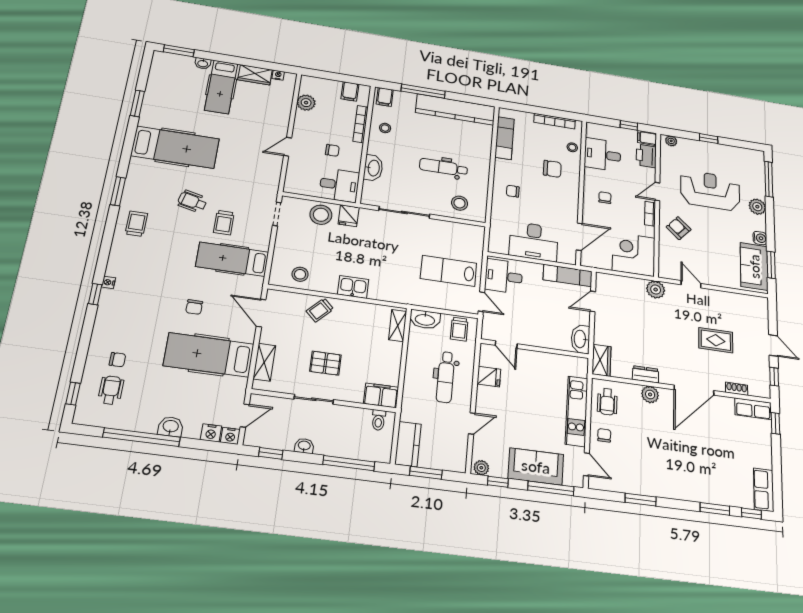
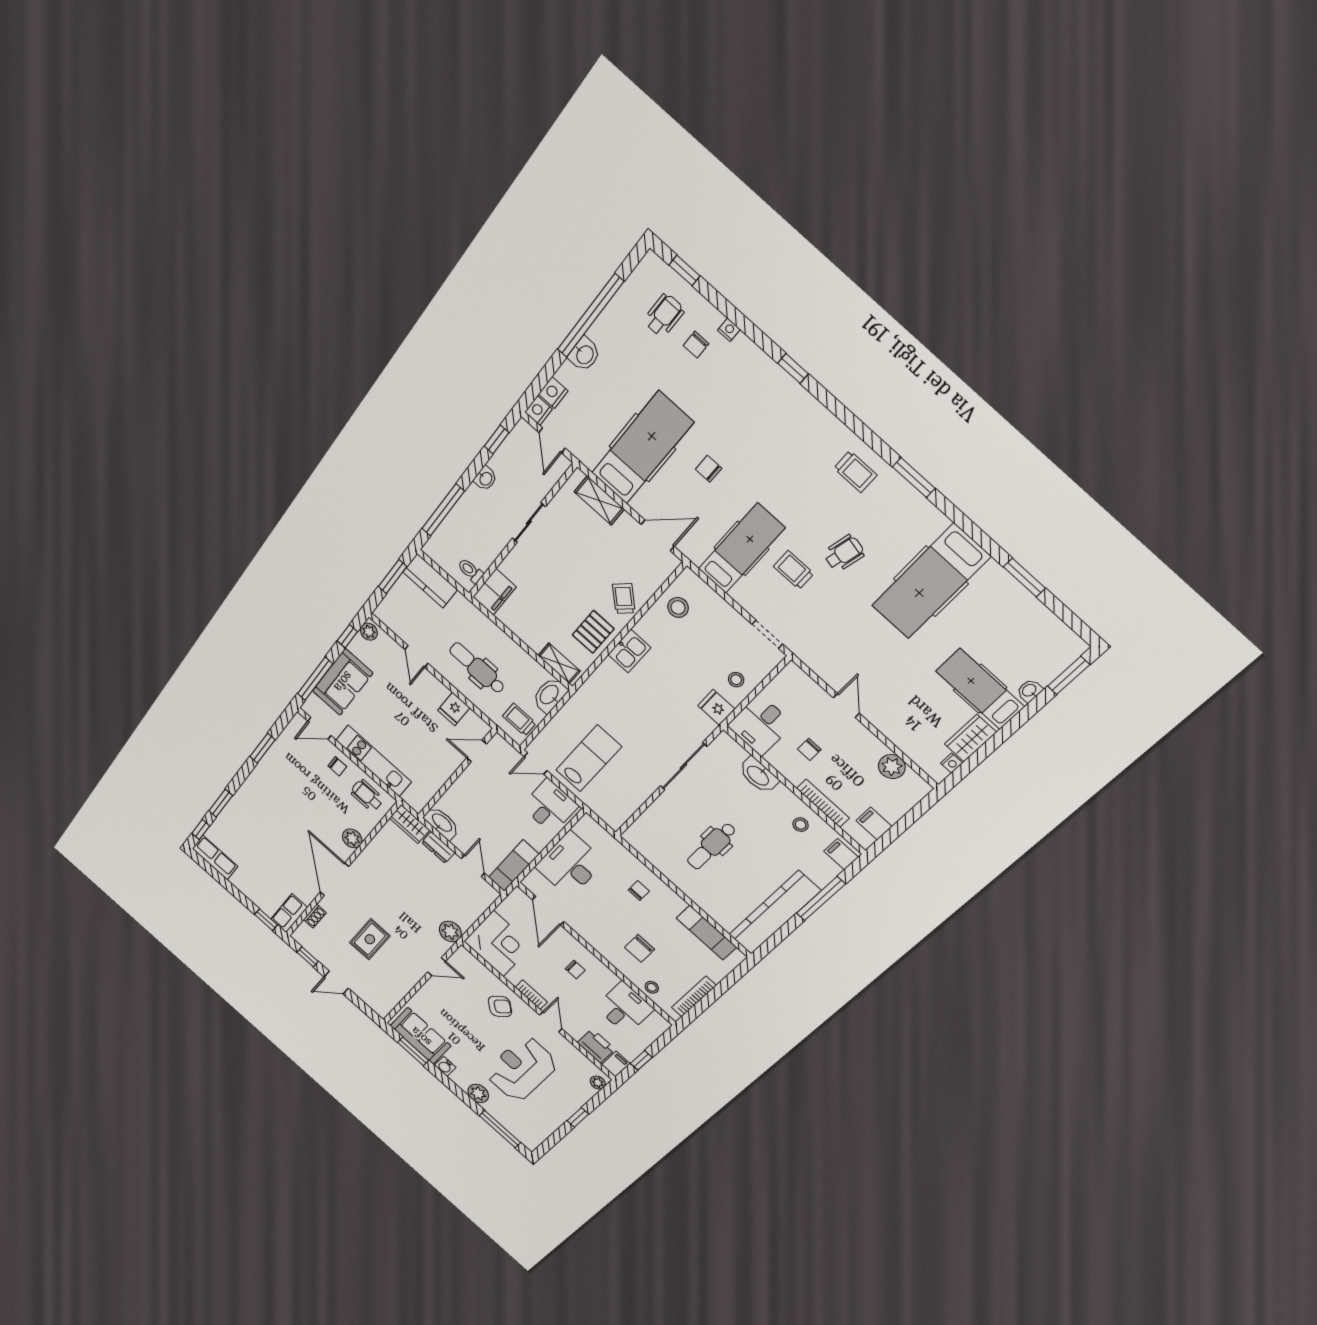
dental chair: (444, 167) -> (712, 846), turned 180
reception desk: (710, 190) -> (521, 1069), turned 180
stool: (460, 203) -> (659, 829), removed
stool: (321, 215) -> (736, 680), width x0.53, depth x0.53
nightstand: (108, 282) -> (729, 330), moved
pallet: (325, 363) -> (593, 632), moved
dresser: (646, 374) -> (438, 847), moved, turned 90
wheelchair: (111, 390) -> (664, 315), turned -90

